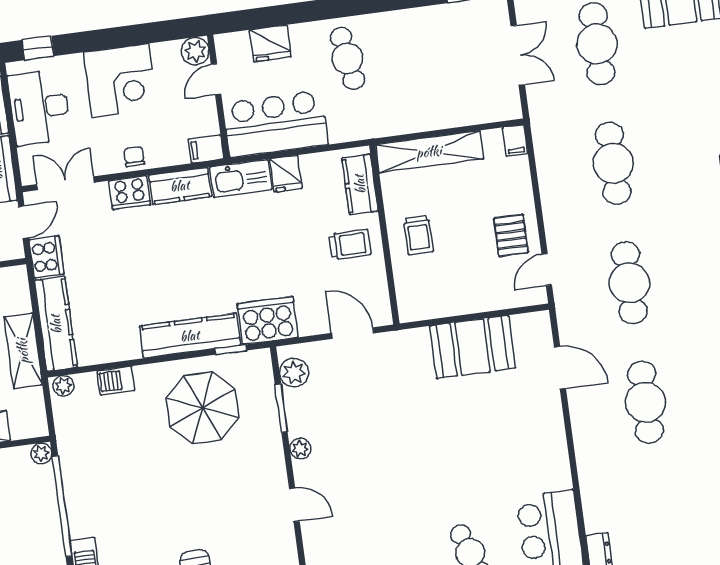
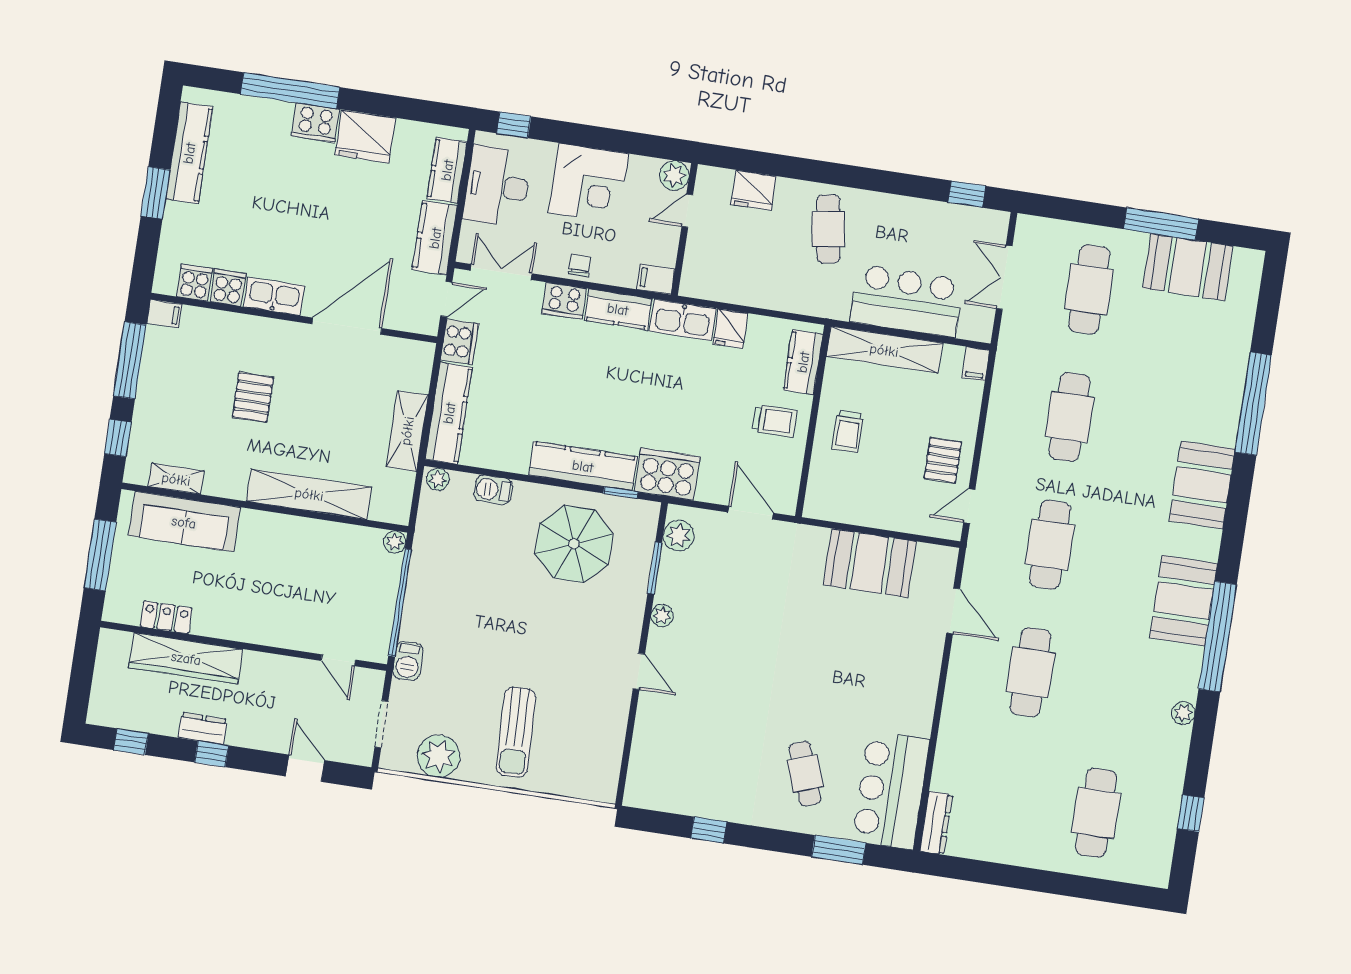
double door: (518, 55) -> (1004, 277), swing flipped
bar counter: (276, 124) -> (907, 301), moved

